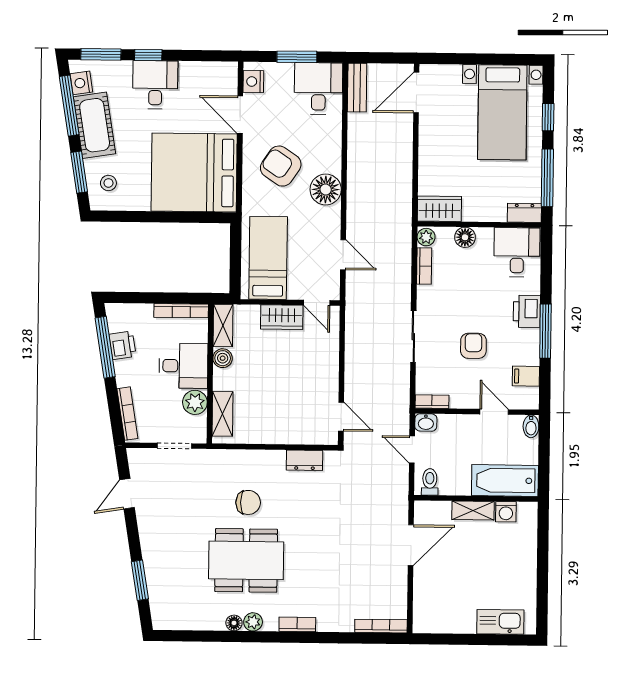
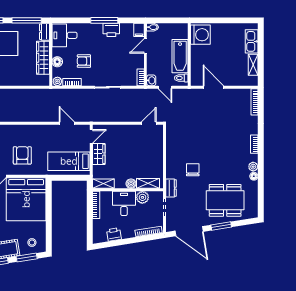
armchair: (281, 166) -> (22, 155), turned 146
floor lamp: (326, 190) -> (34, 133), removed
wardrobe: (439, 209) -> (43, 58), moved, width x1.50
door: (343, 255) -> (67, 123), hinge flipped
printer: (527, 311) -> (111, 30), moved
armchair: (473, 346) -> (84, 61), moved
window: (105, 347) -> (115, 243), removed
boiler: (223, 358) -> (131, 184), moved
filing cabinet: (526, 376) -> (139, 30), moved
door: (412, 449) -> (165, 87), hinge flipped
dresser: (305, 460) -> (171, 188), moved
bathtub: (505, 480) -> (180, 56), moved
door: (127, 494) -> (189, 231), width x1.87
shelving: (473, 511) -> (253, 65), moved
washing machine: (506, 512) -> (200, 35), width x1.89, depth x1.89
dining table: (246, 560) -> (225, 200), moved, turned 90
window: (140, 580) -> (221, 226), moved

